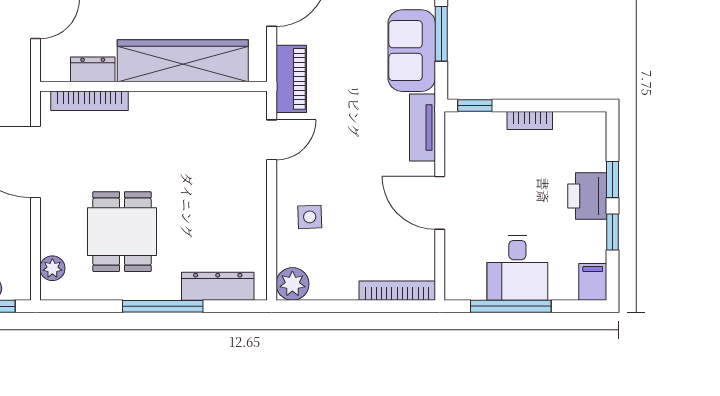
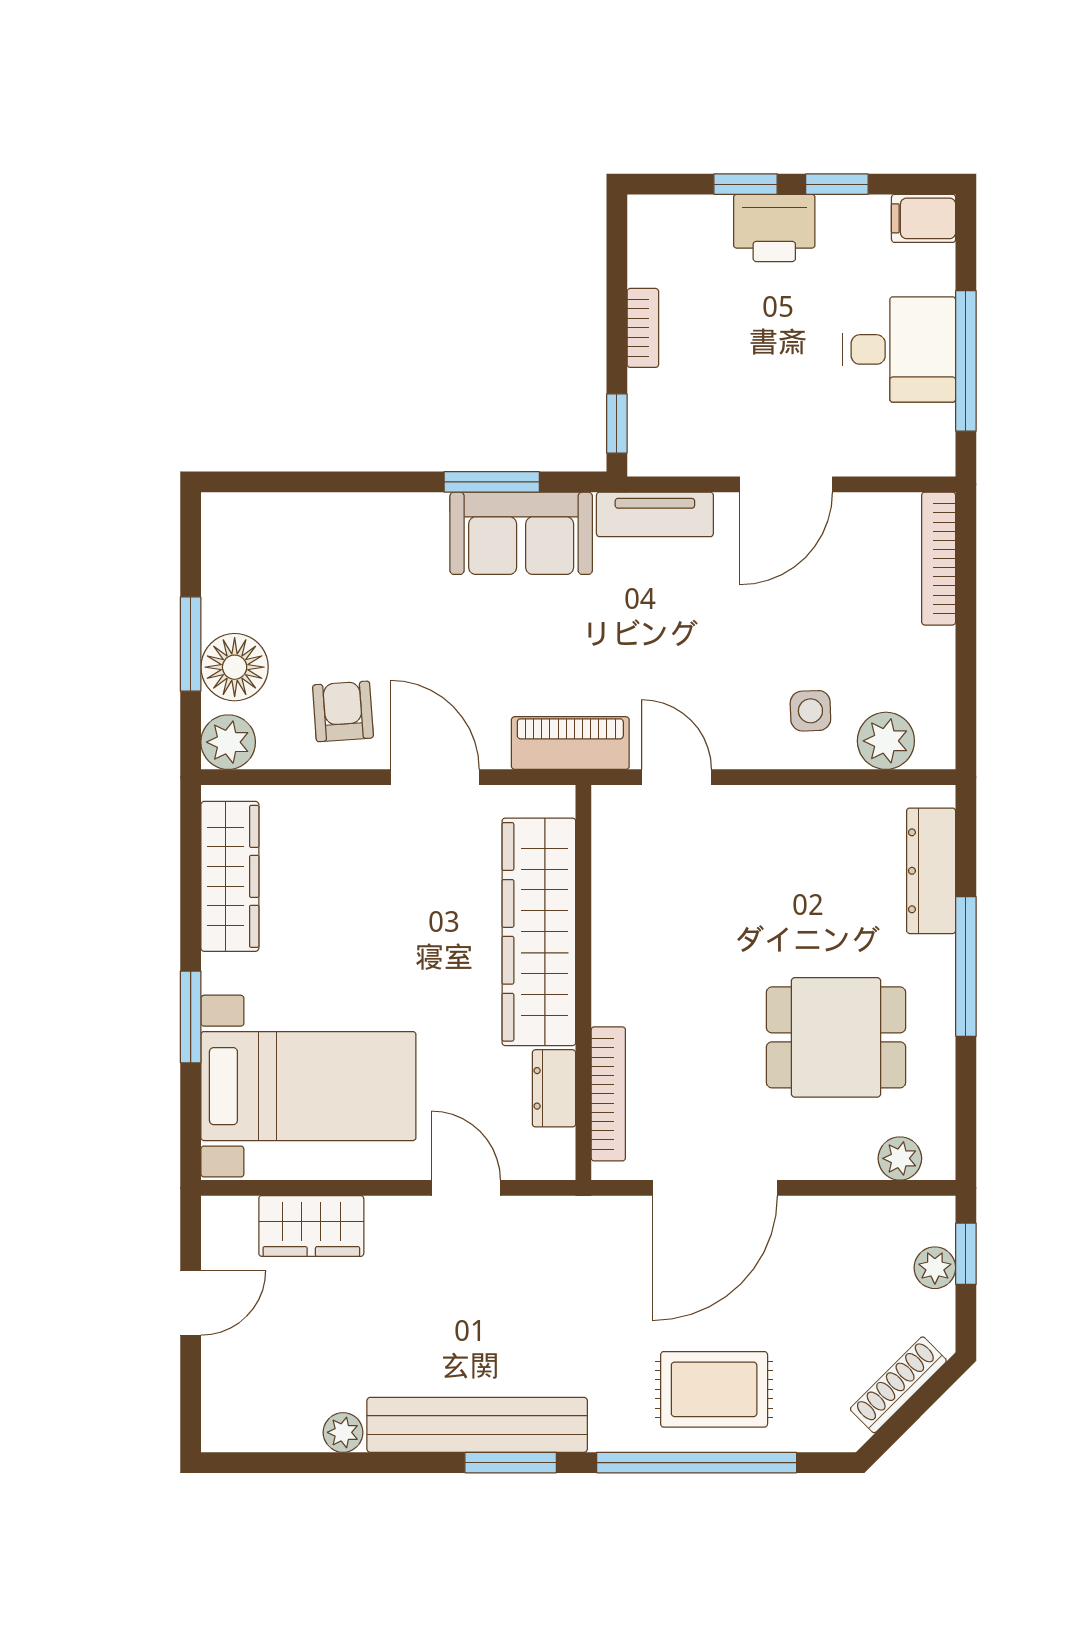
plant: (292, 284) -> (886, 741), moved

